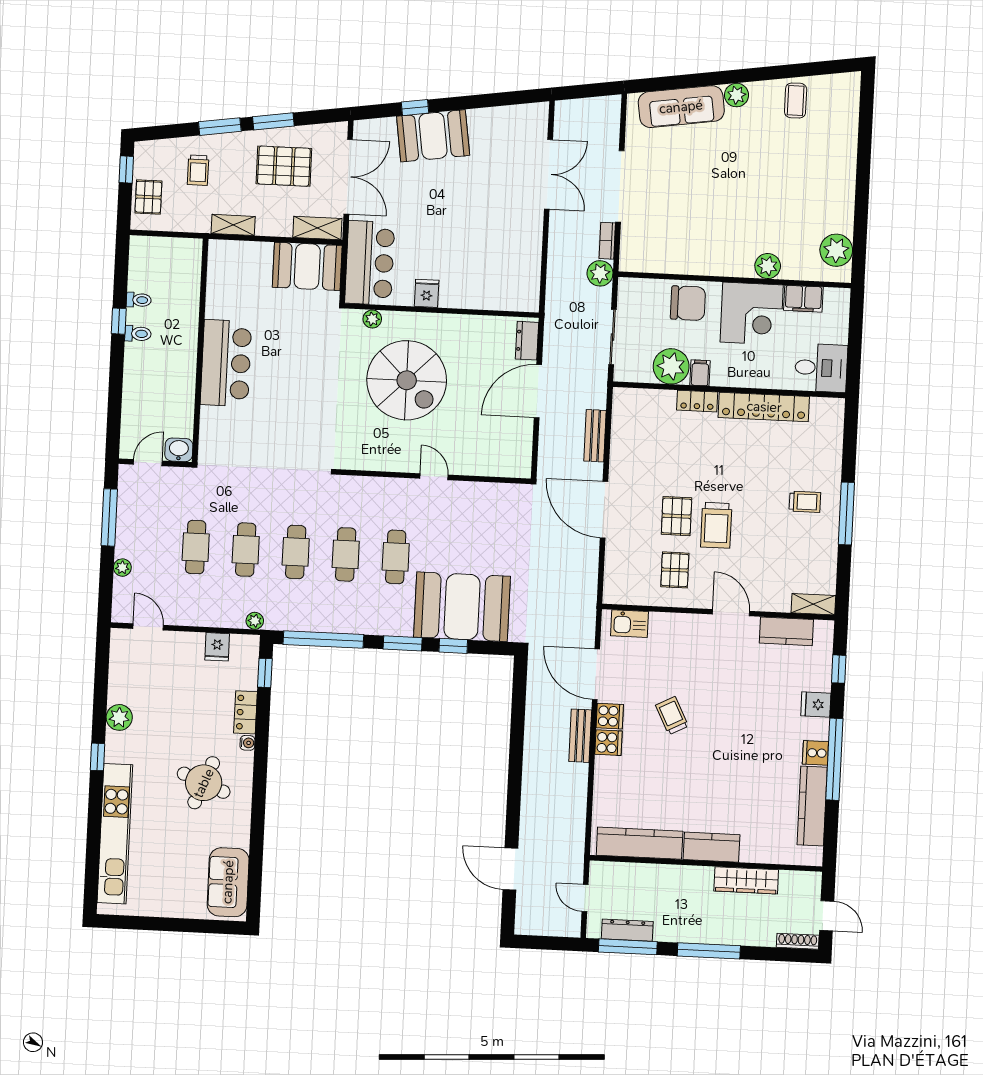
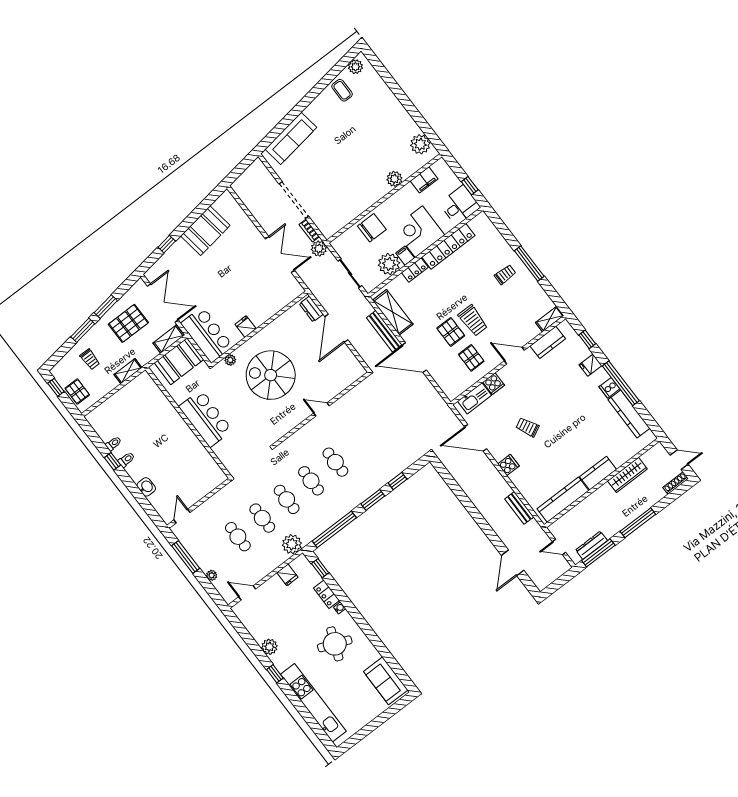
plant: (737, 95) -> (355, 67), moved
booth: (433, 136) -> (205, 231), moved
double door: (548, 174) -> (280, 254), moved
corner desk: (752, 314) -> (419, 232), moved, turned 180
wall: (200, 350) -> (188, 423), moved
window: (854, 354) -> (470, 186), added
bar counter: (226, 363) -> (205, 418), moved
spiral stairs: (407, 380) -> (271, 375), turned 180
shelving: (625, 431) -> (393, 312), added
bench: (595, 436) -> (384, 331), width x1.36
washbasin: (179, 450) -> (146, 487), moved, turned 90
booth: (462, 607) -> (386, 459), removed
plant: (255, 621) -> (292, 544), width x1.88, depth x1.88
kitchen sink: (630, 624) -> (475, 398), width x1.38
cooker: (610, 716) -> (494, 384), moved, turned 90
bench: (580, 736) -> (519, 508), moved
door: (510, 869) -> (513, 563), hinge flipped

